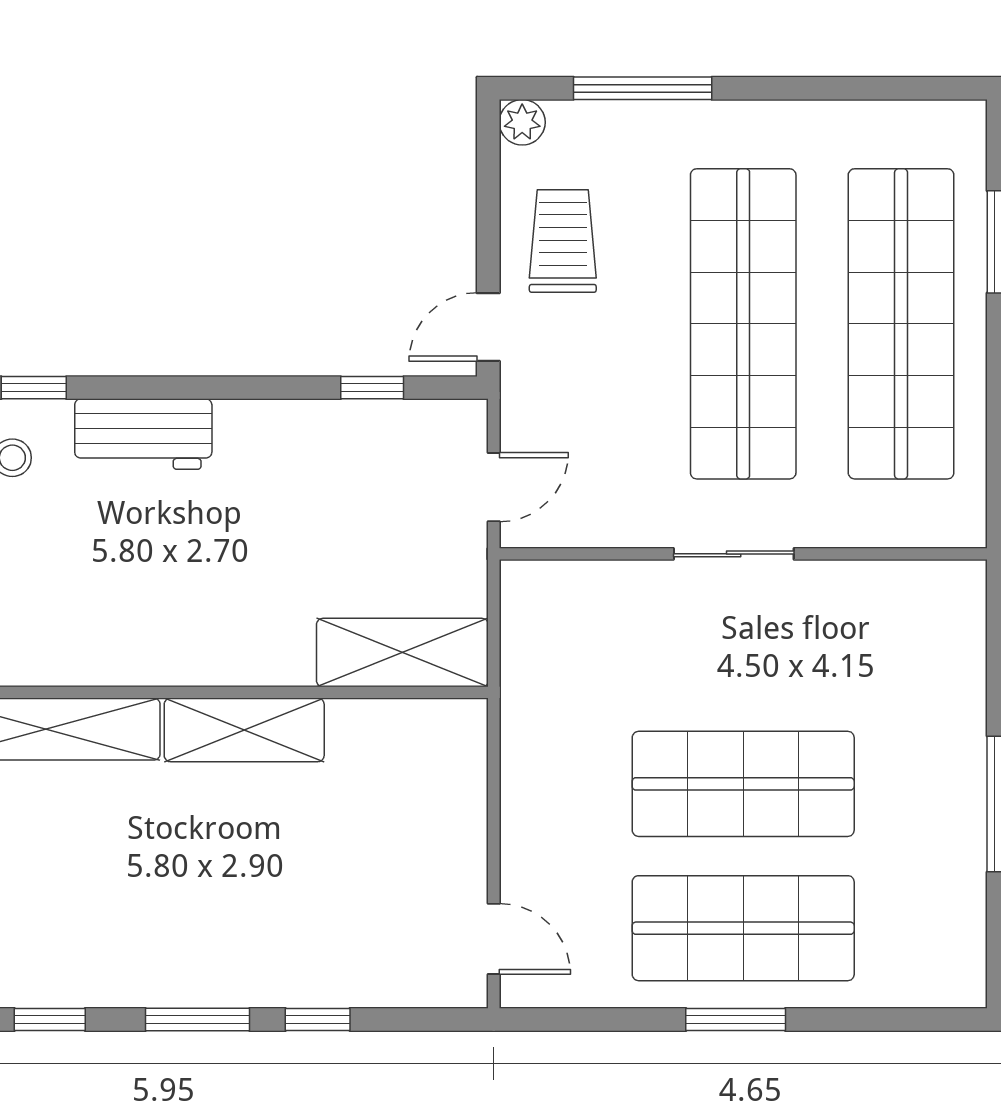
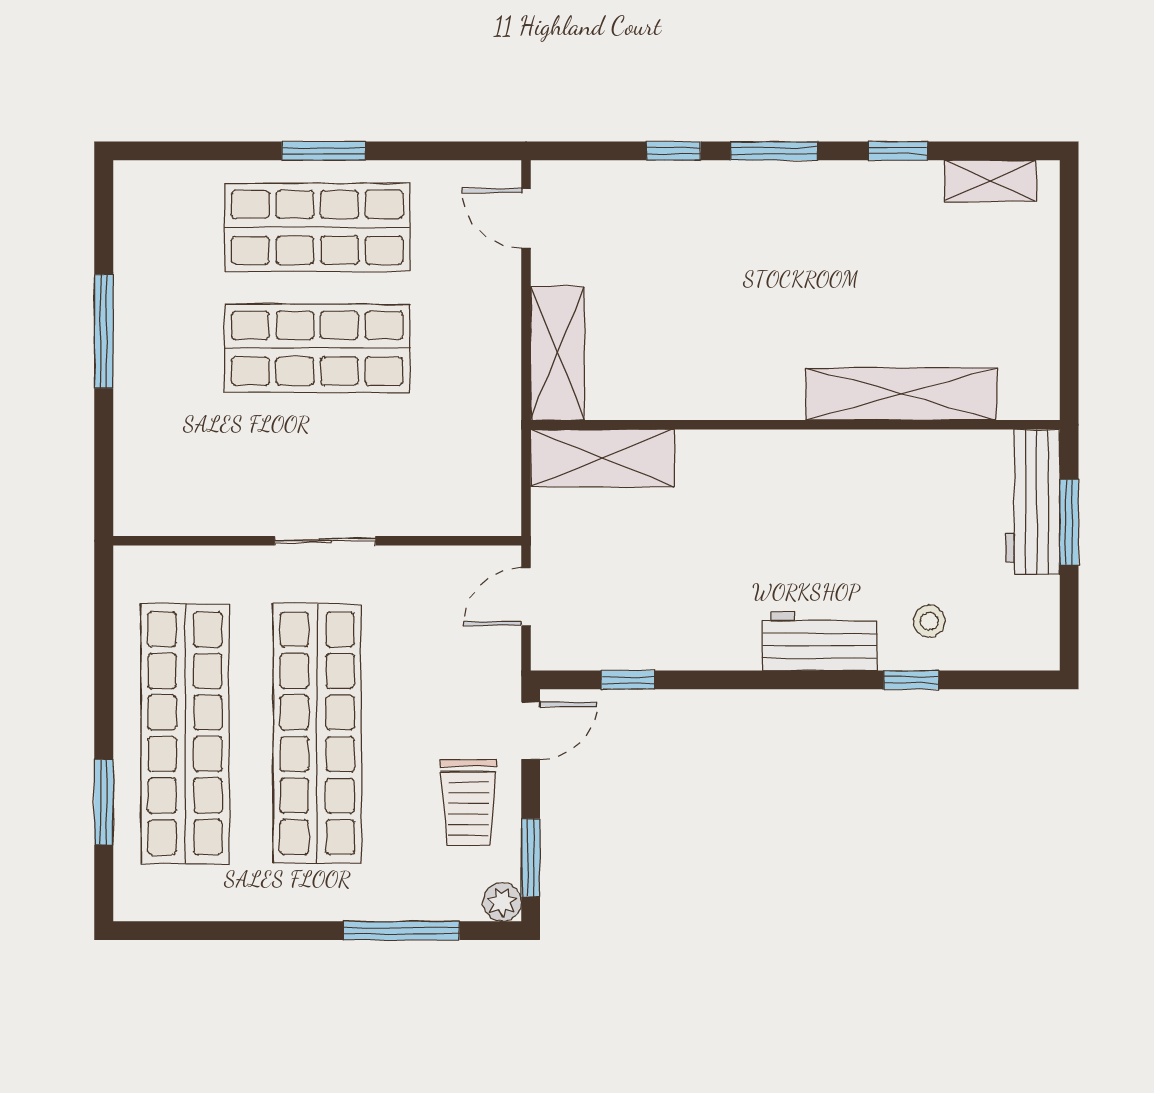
window: (488, 175) -> (531, 858), added
shelving: (244, 730) -> (557, 353), moved, turned 90

